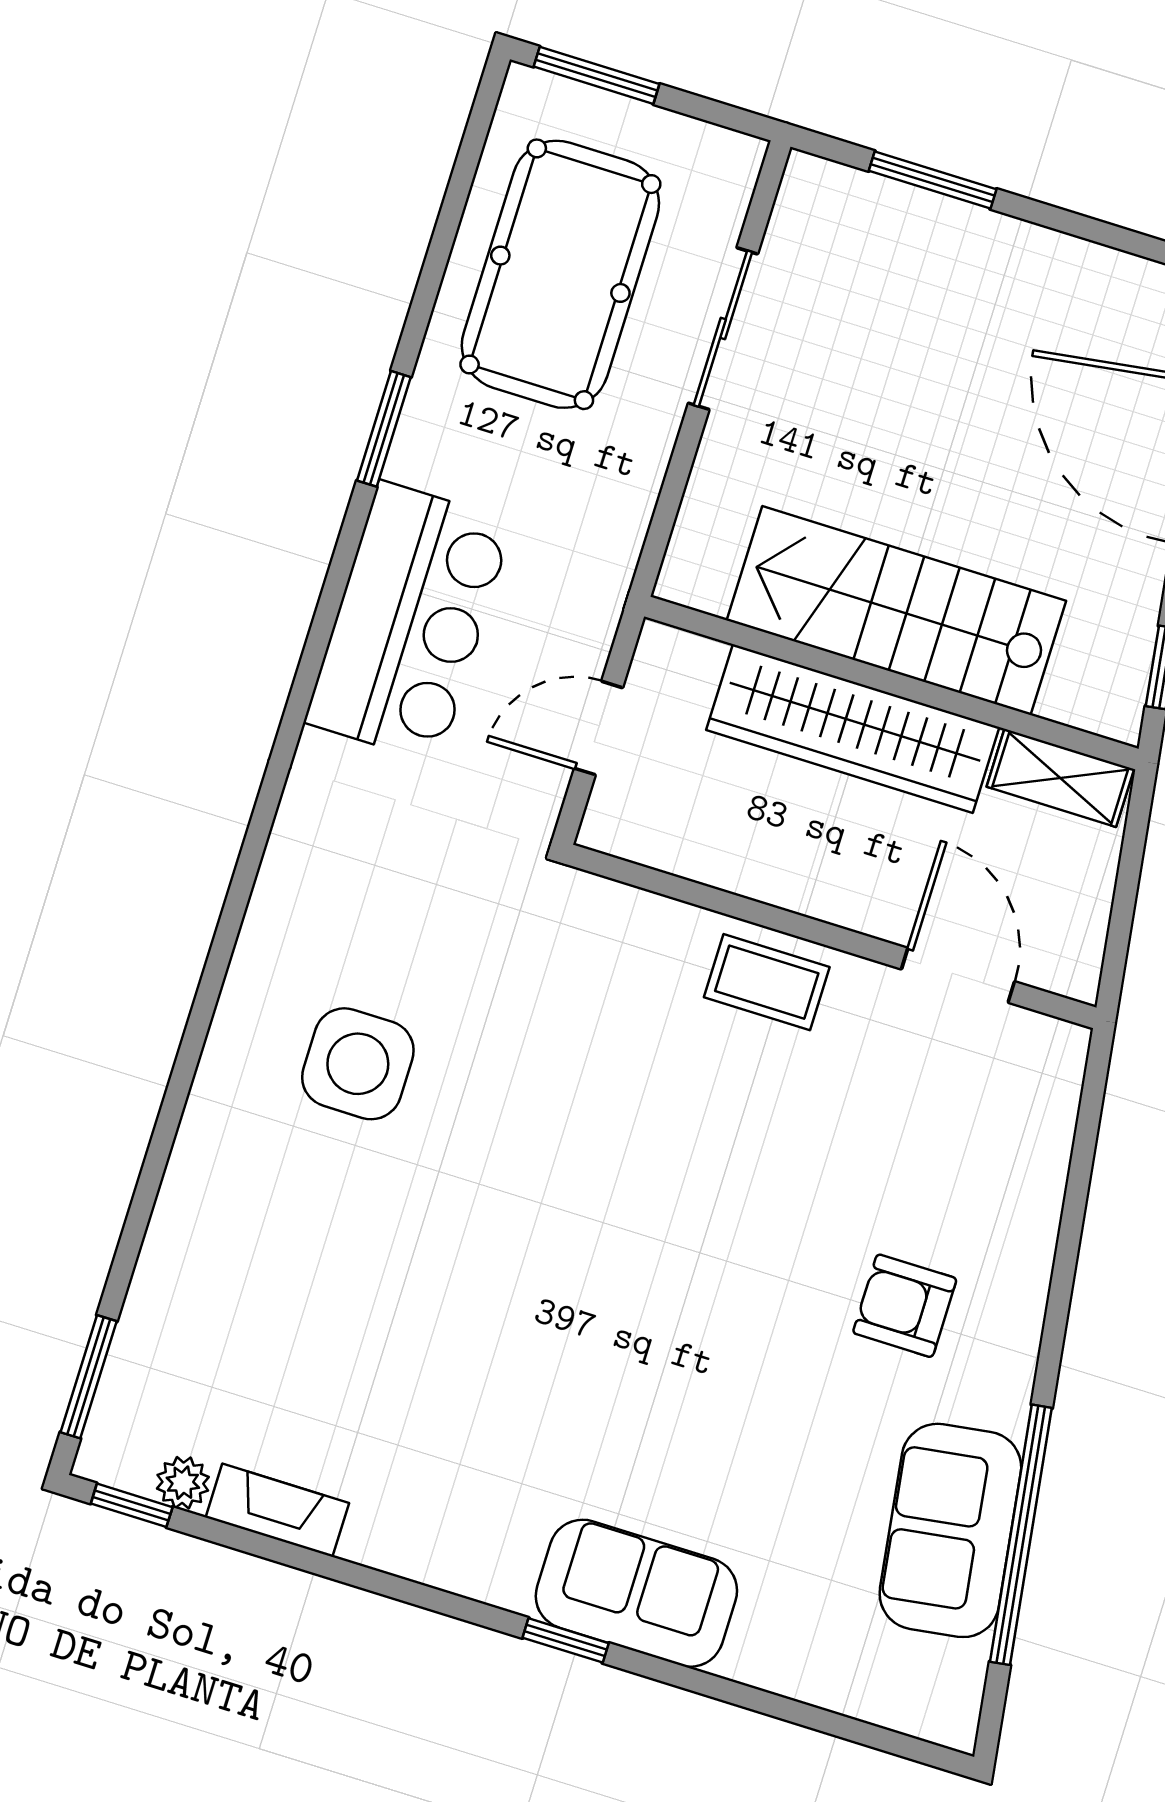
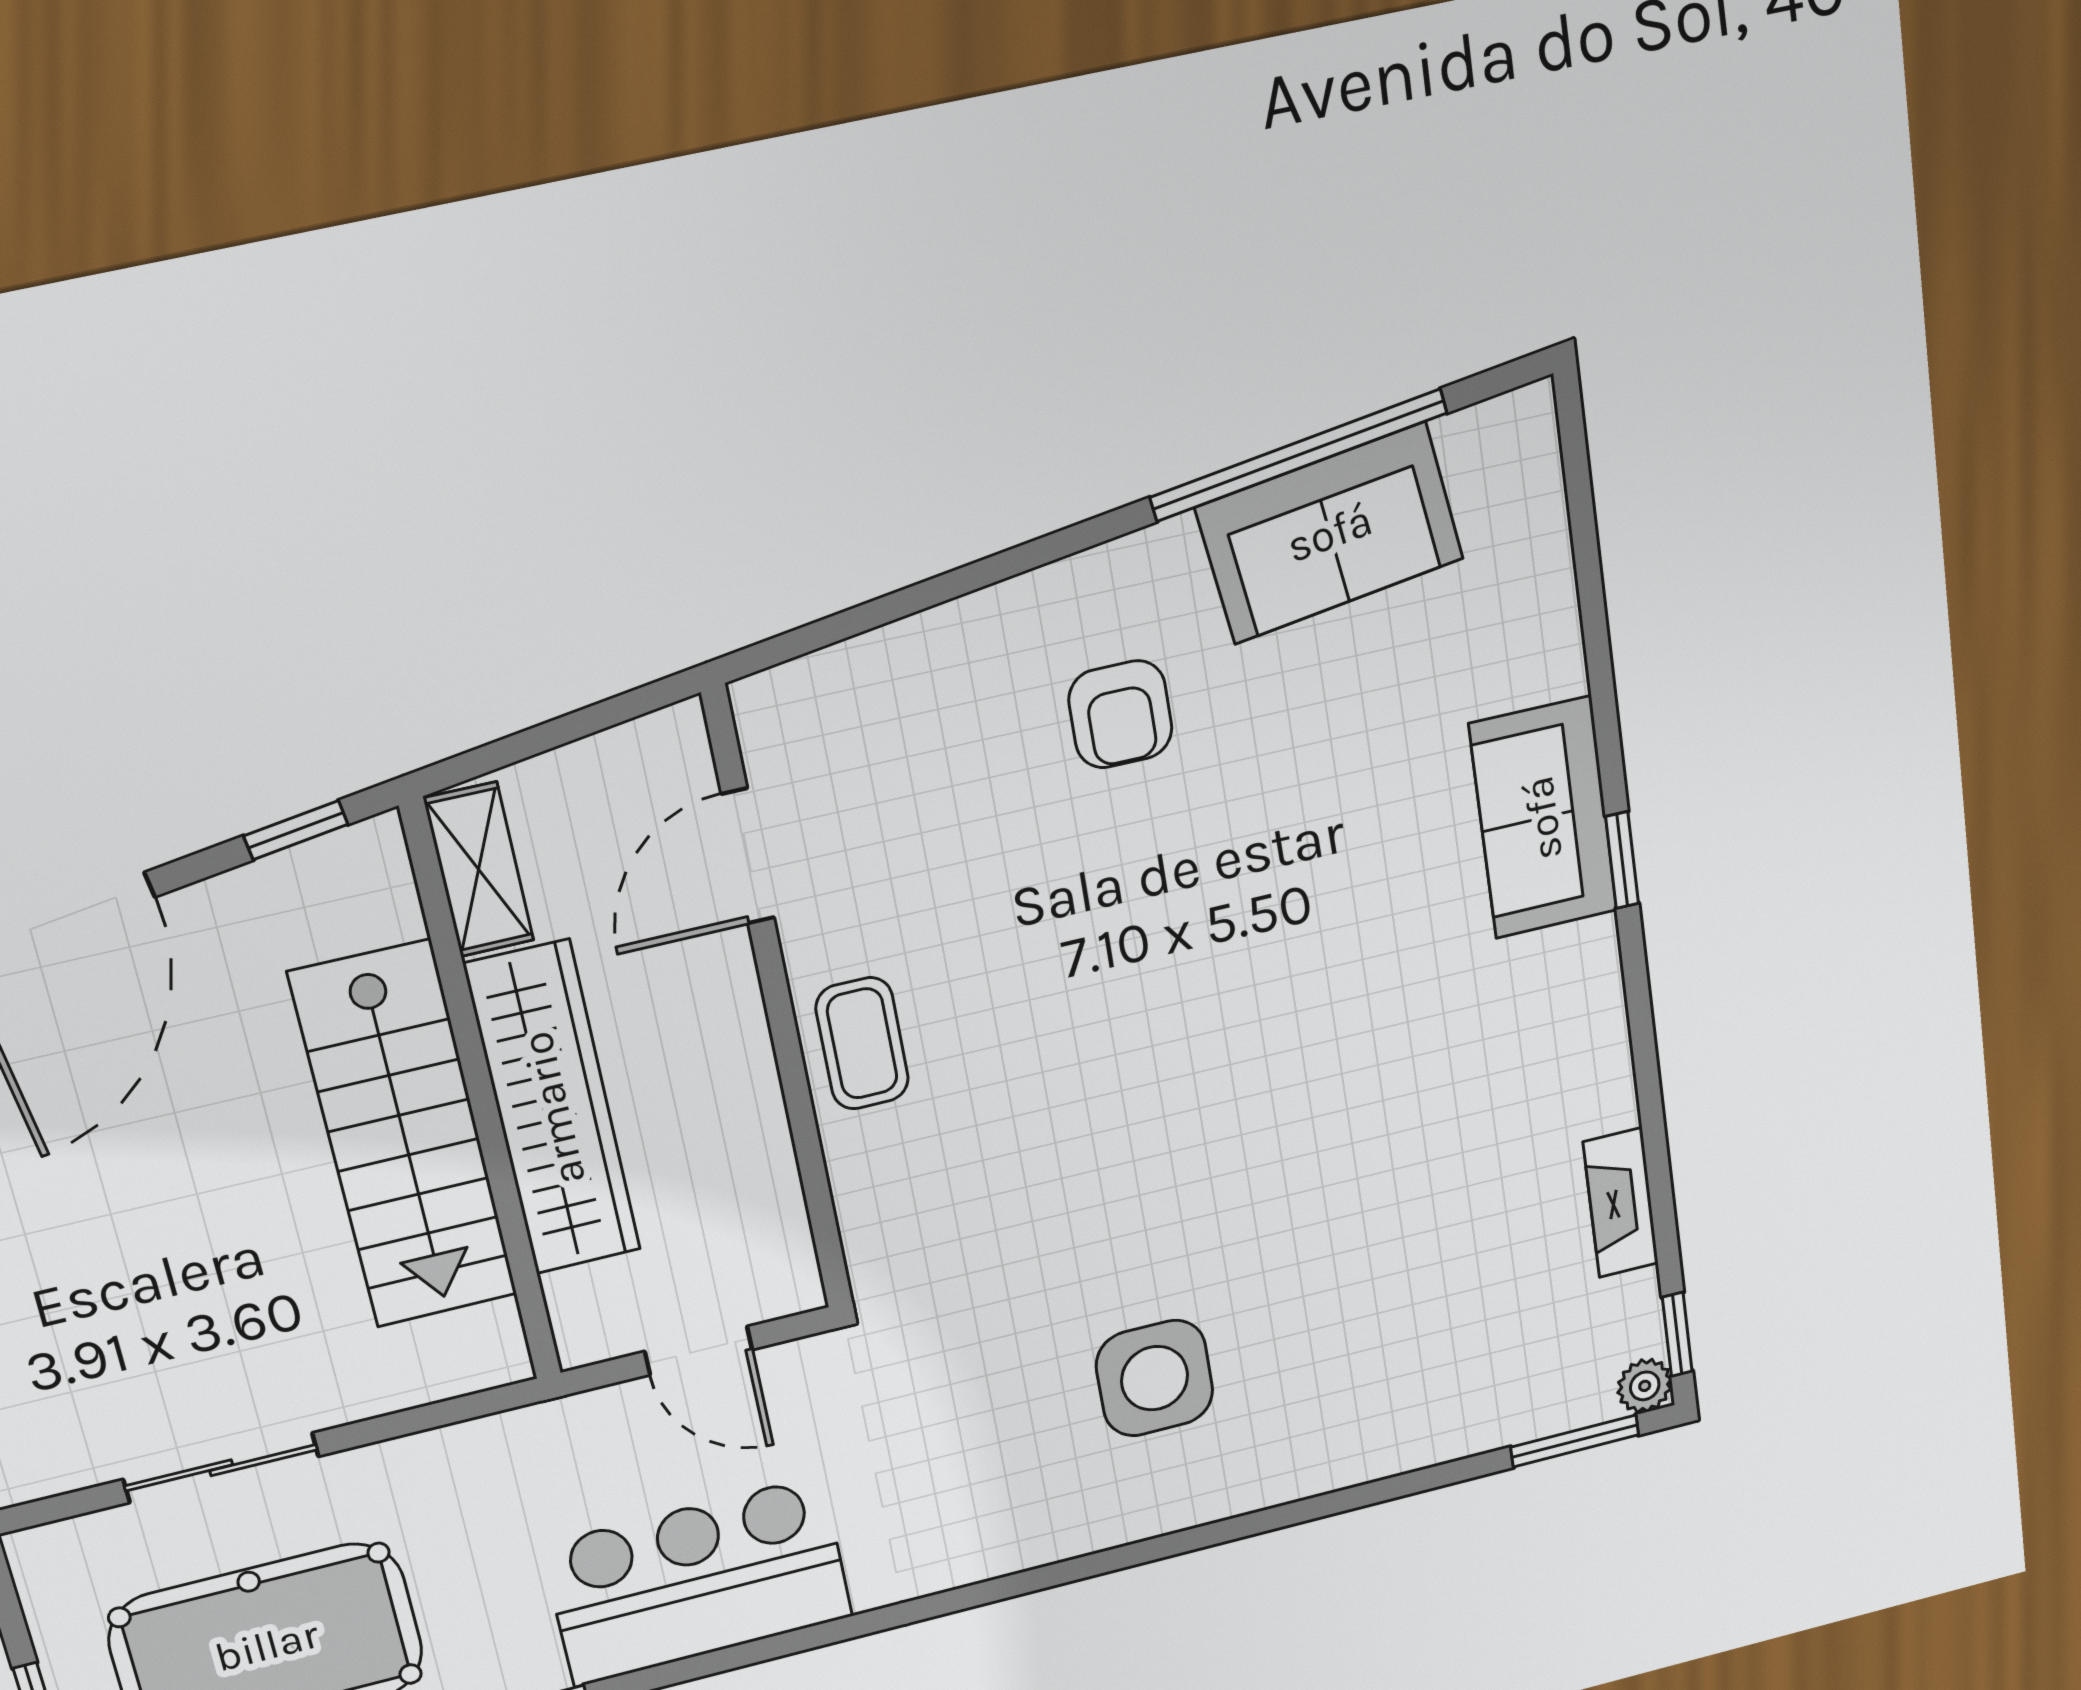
plant: (183, 1483) -> (1645, 1386), moved

